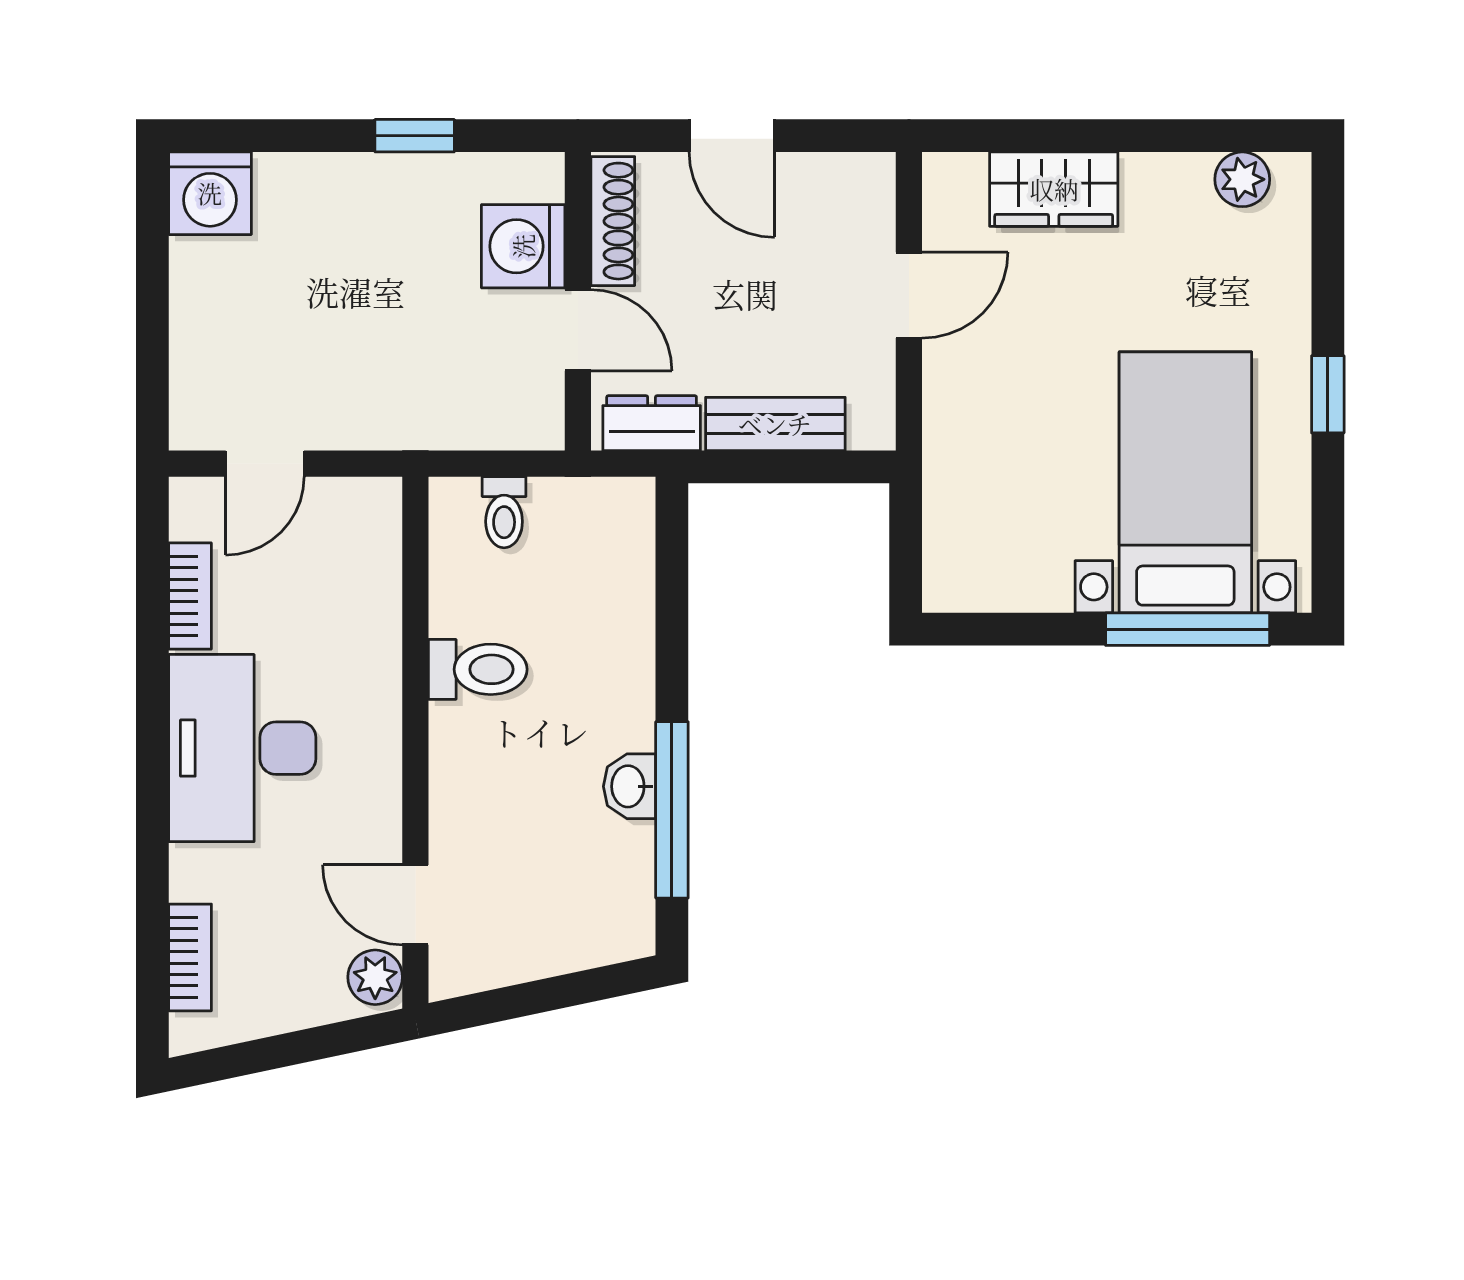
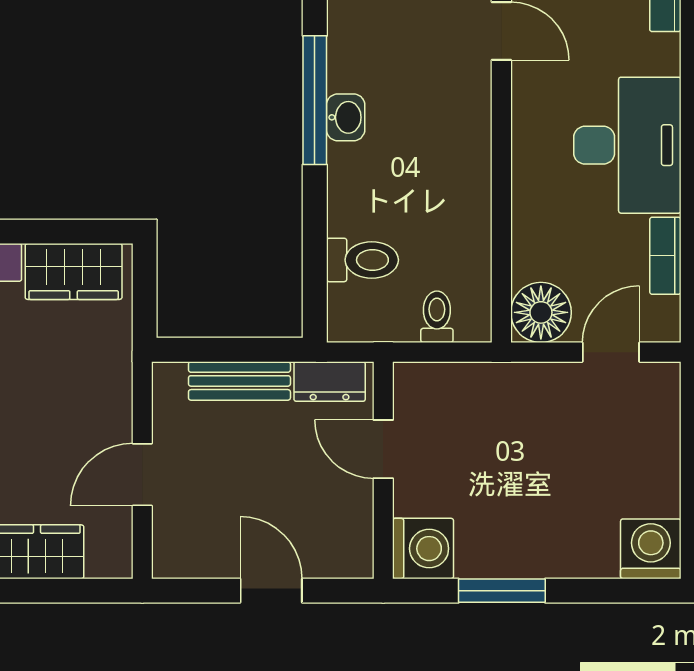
window: (415, 136) -> (502, 591), width x1.50
shoe rack: (613, 221) -> (358, 529), removed
washing machine: (523, 246) -> (423, 549), moved
floor lamp: (361, 518) -> (541, 312), added
wardrobe: (1003, 574) -> (74, 271), added
toilet: (478, 669) -> (362, 260), moved, turned 180

